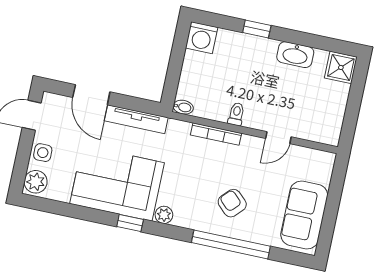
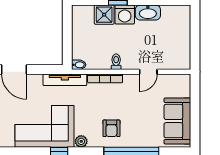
washing machine: (202, 38) -> (125, 14), moved
shower: (341, 67) -> (104, 15), moved
tv unit: (136, 119) -> (65, 80), moved
armchair: (232, 203) -> (111, 128), moved, turned -134

